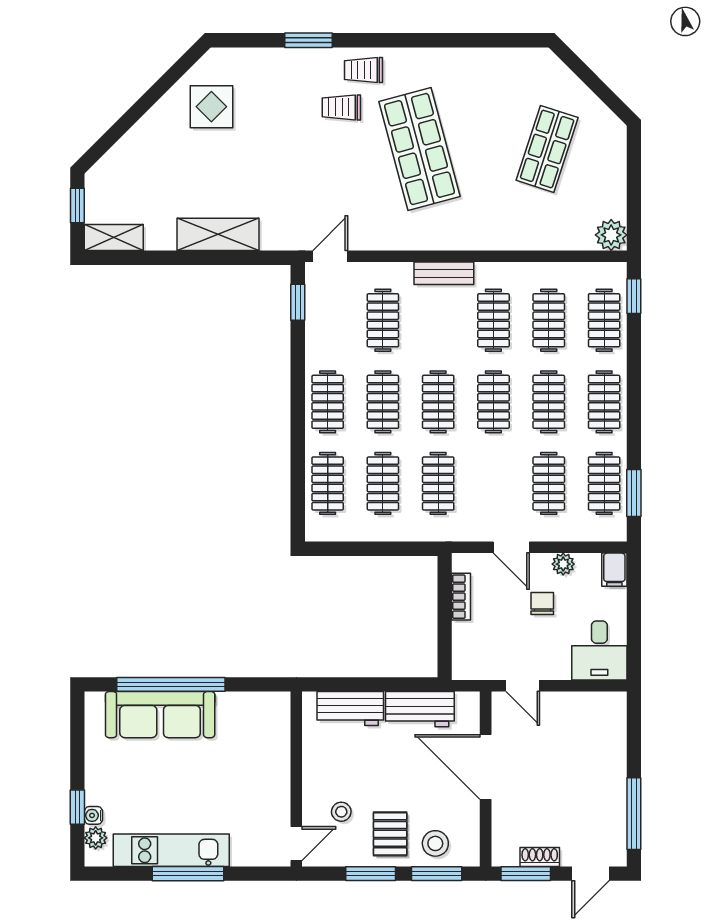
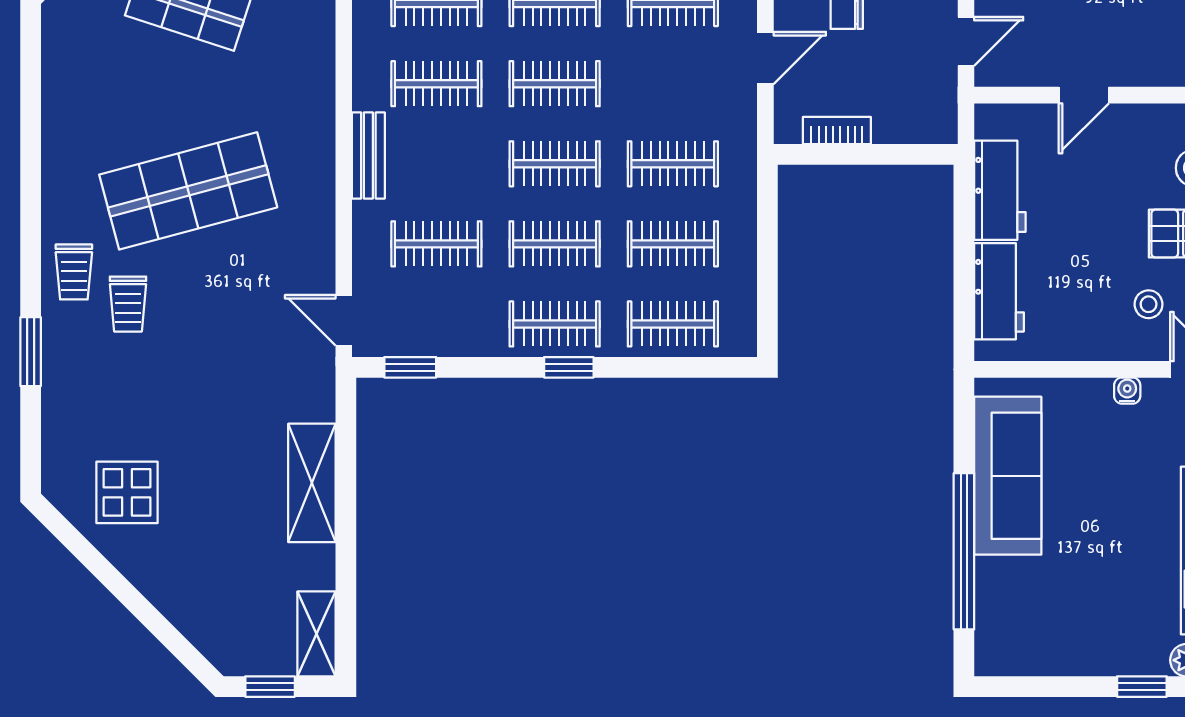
window: (298, 412) -> (569, 367), added
sofa: (160, 715) -> (1008, 476), moved
door: (486, 767) -> (1084, 95), width x0.53
water cooler: (93, 815) -> (1127, 391), moved, turned 180

